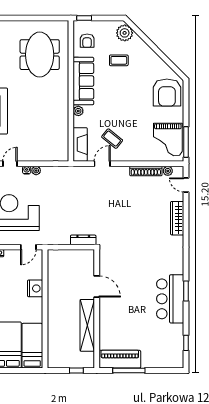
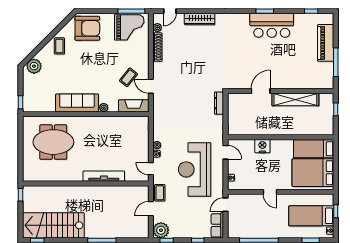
armchair: (87, 41) -> (41, 100), removed
coffee table: (119, 60) -> (59, 46), moved
piano: (120, 359) -> (326, 43), moved

